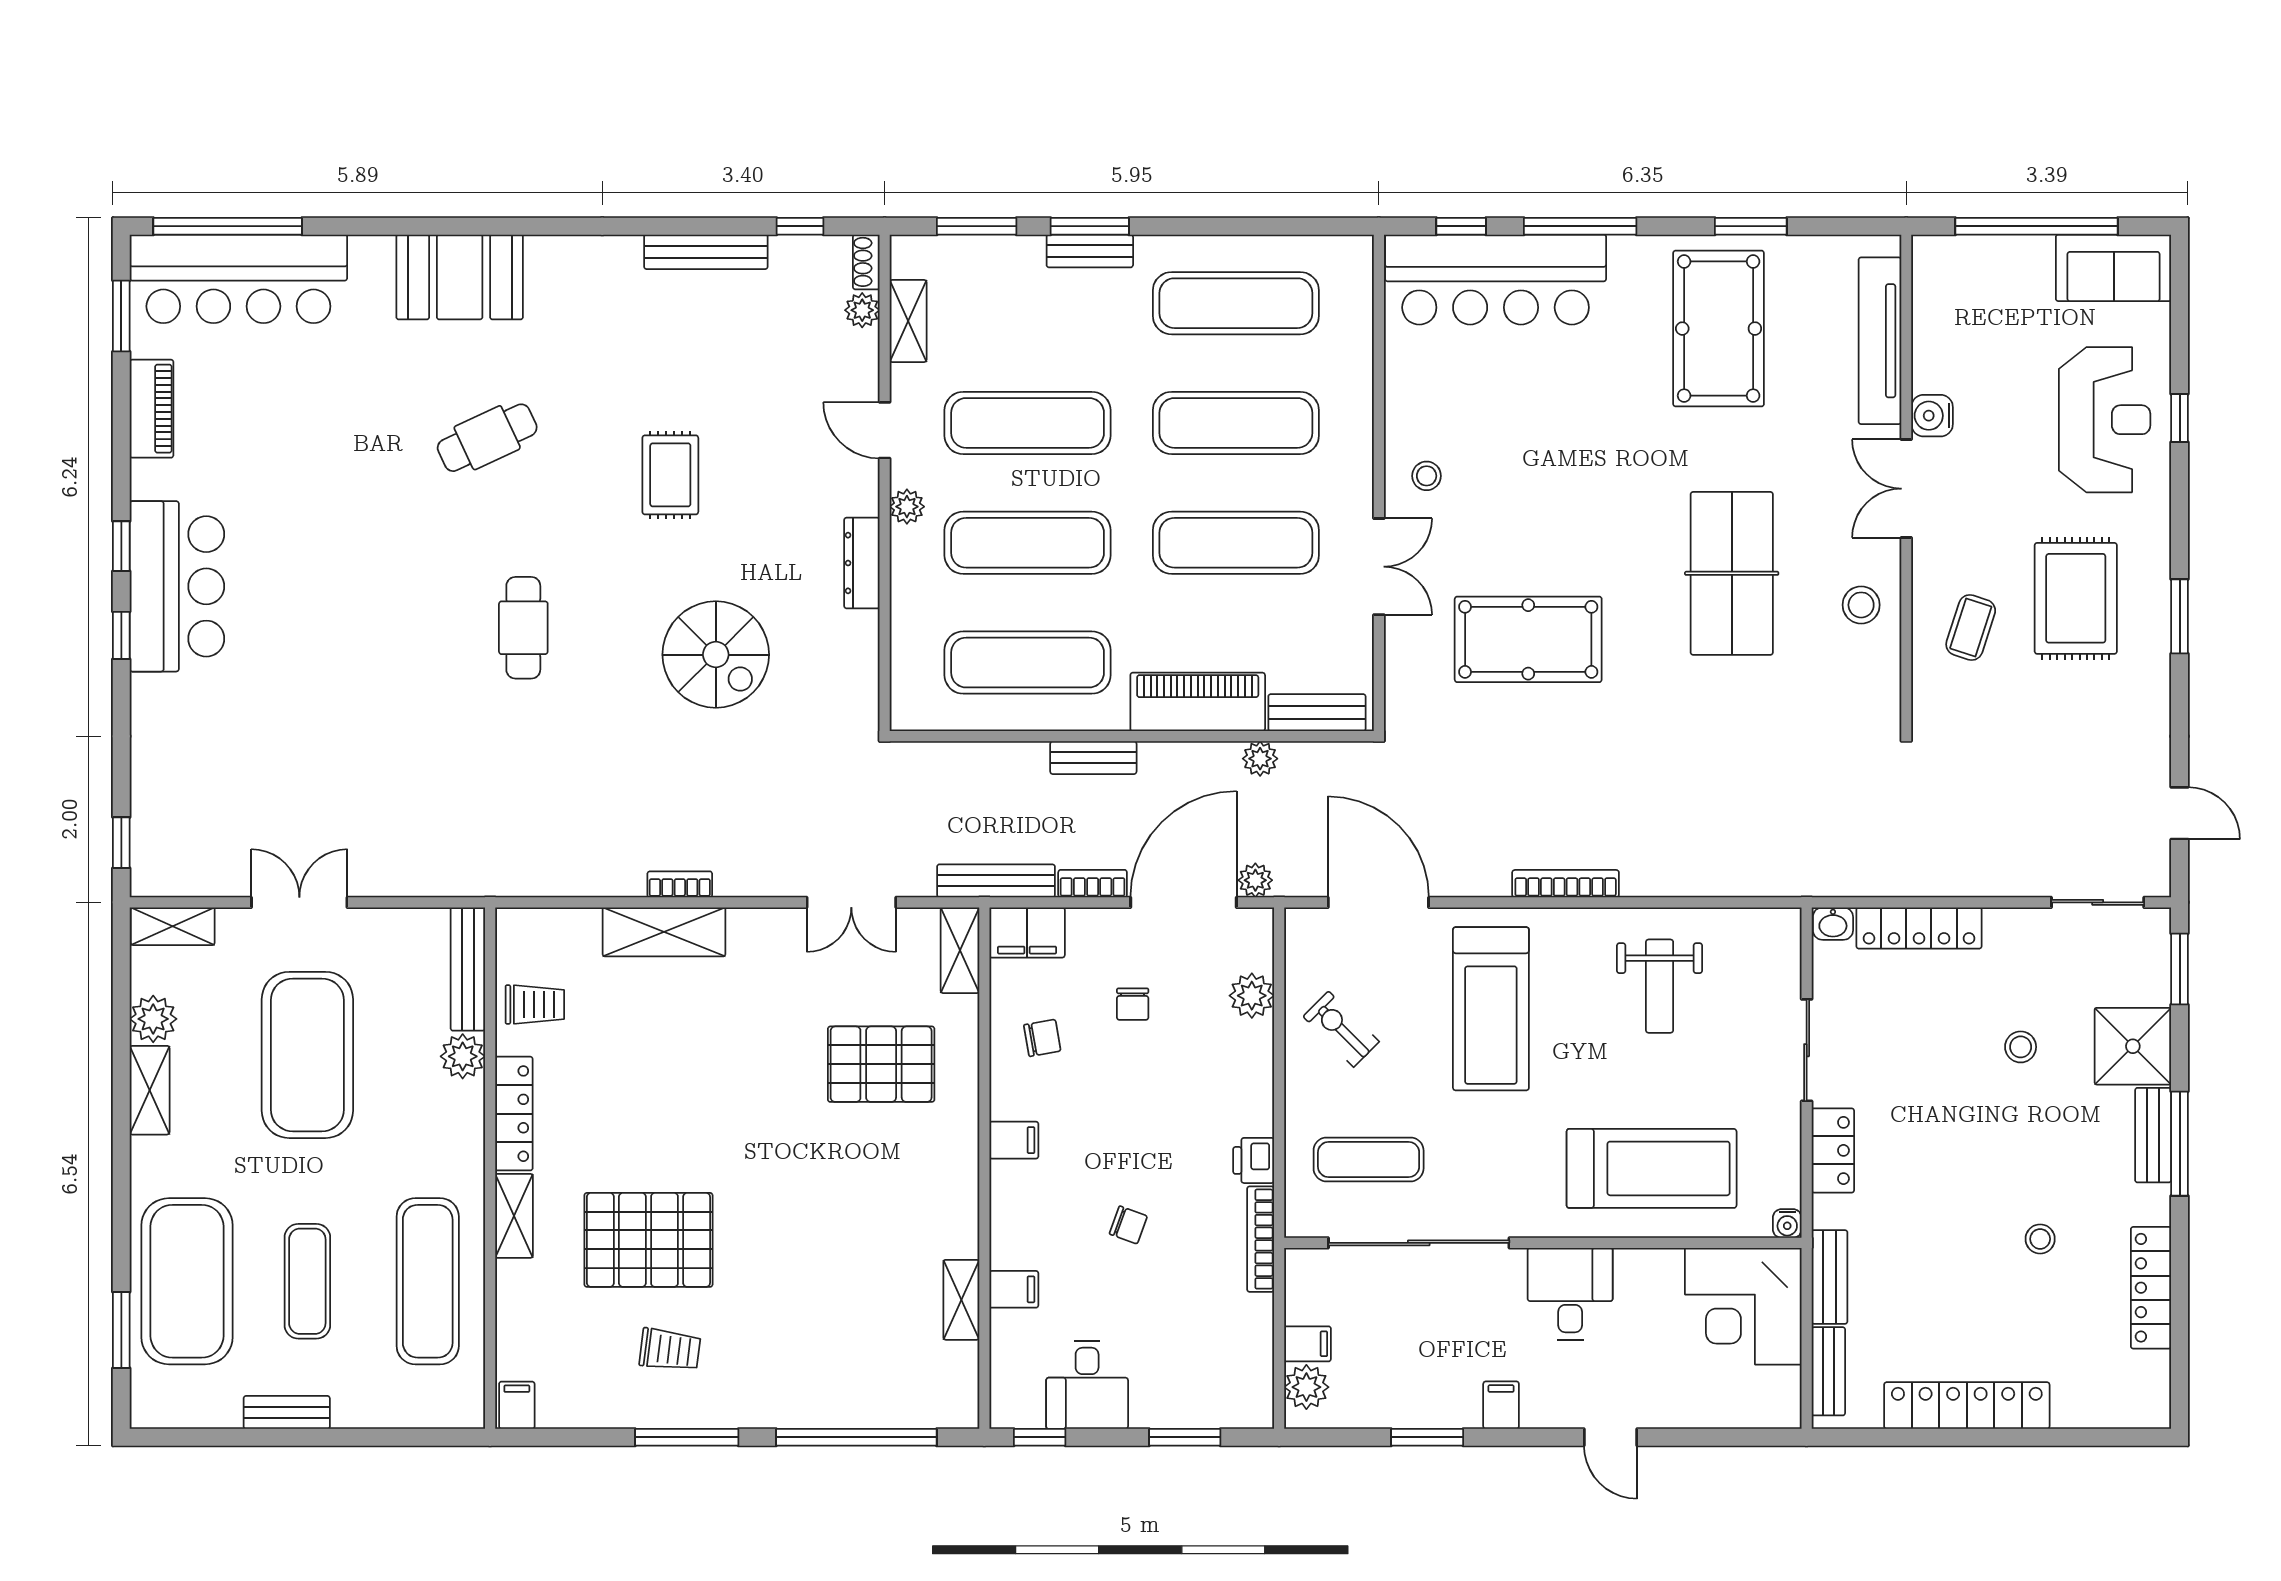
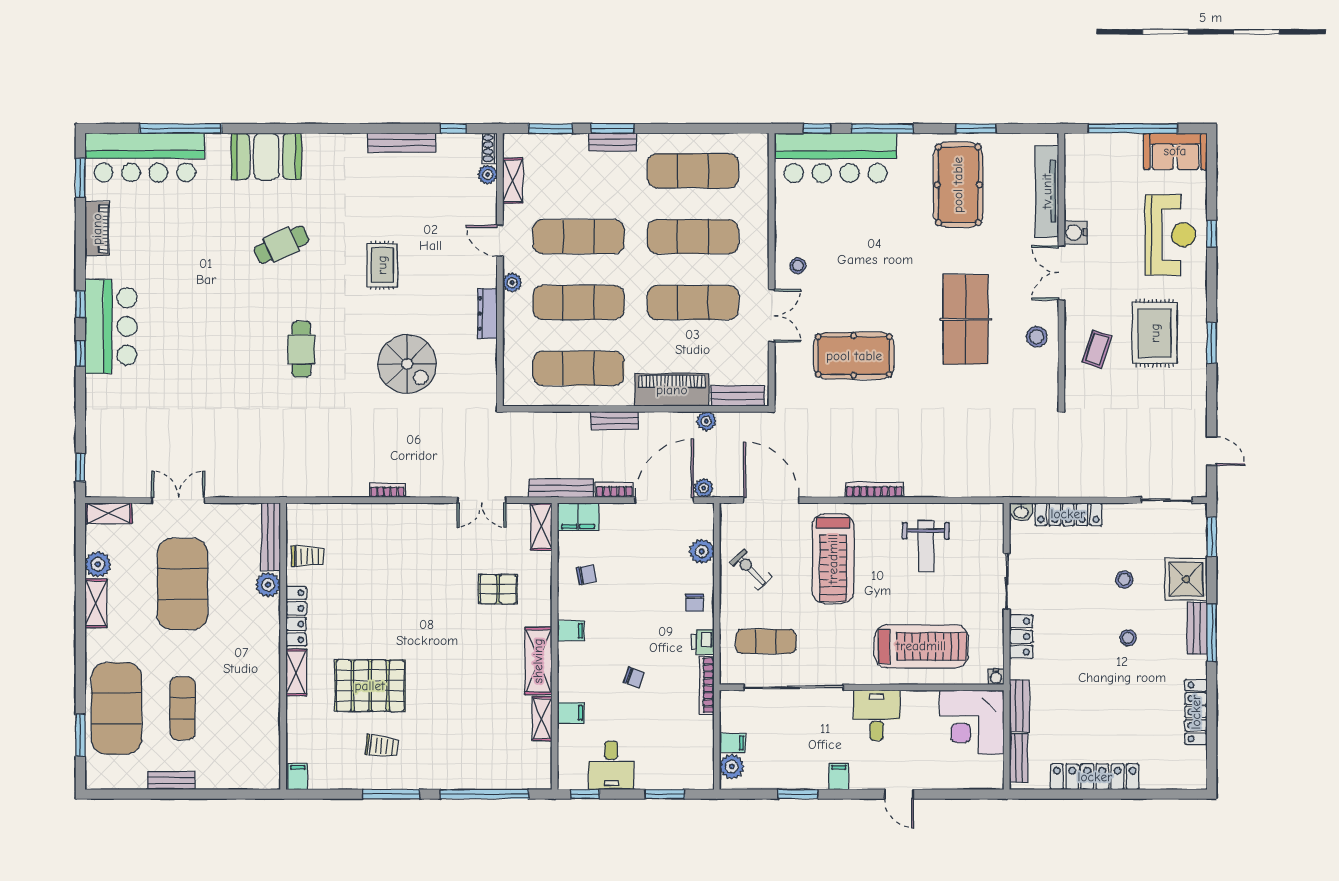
window: (228, 226) -> (181, 128), moved
shelving: (664, 932) -> (538, 661), moved, turned 90
chair: (1133, 1004) -> (695, 603), moved
pallet: (881, 1064) -> (498, 589), width x0.67, depth x0.71
stool: (2040, 1239) -> (1128, 638), moved
exercise mat: (428, 1281) -> (249, 708), removed

